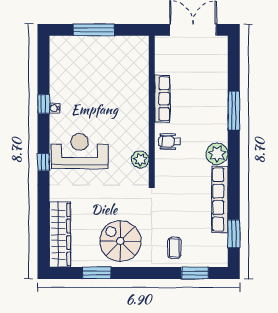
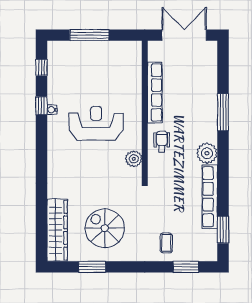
row of seats: (162, 99) -> (155, 93), width x1.36
wheelchair: (170, 142) -> (162, 142), turned 90
reception desk: (80, 151) -> (96, 123), moved
window: (43, 162) -> (41, 67), moved
spiral stairs: (120, 241) -> (105, 228), moved

